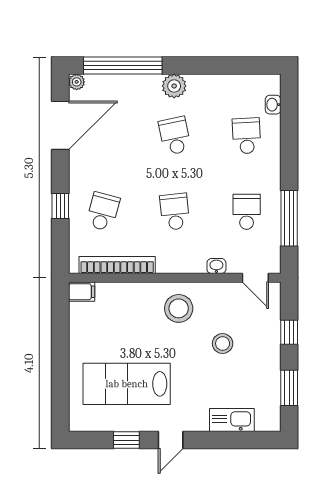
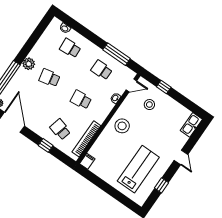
stool: (223, 343) -> (149, 105), moved
lab bench: (127, 384) -> (138, 169), turned 180
window: (289, 388) -> (187, 103), removed
kitchen sink: (232, 420) -> (191, 125), moved
door: (171, 440) -> (181, 157), moved

